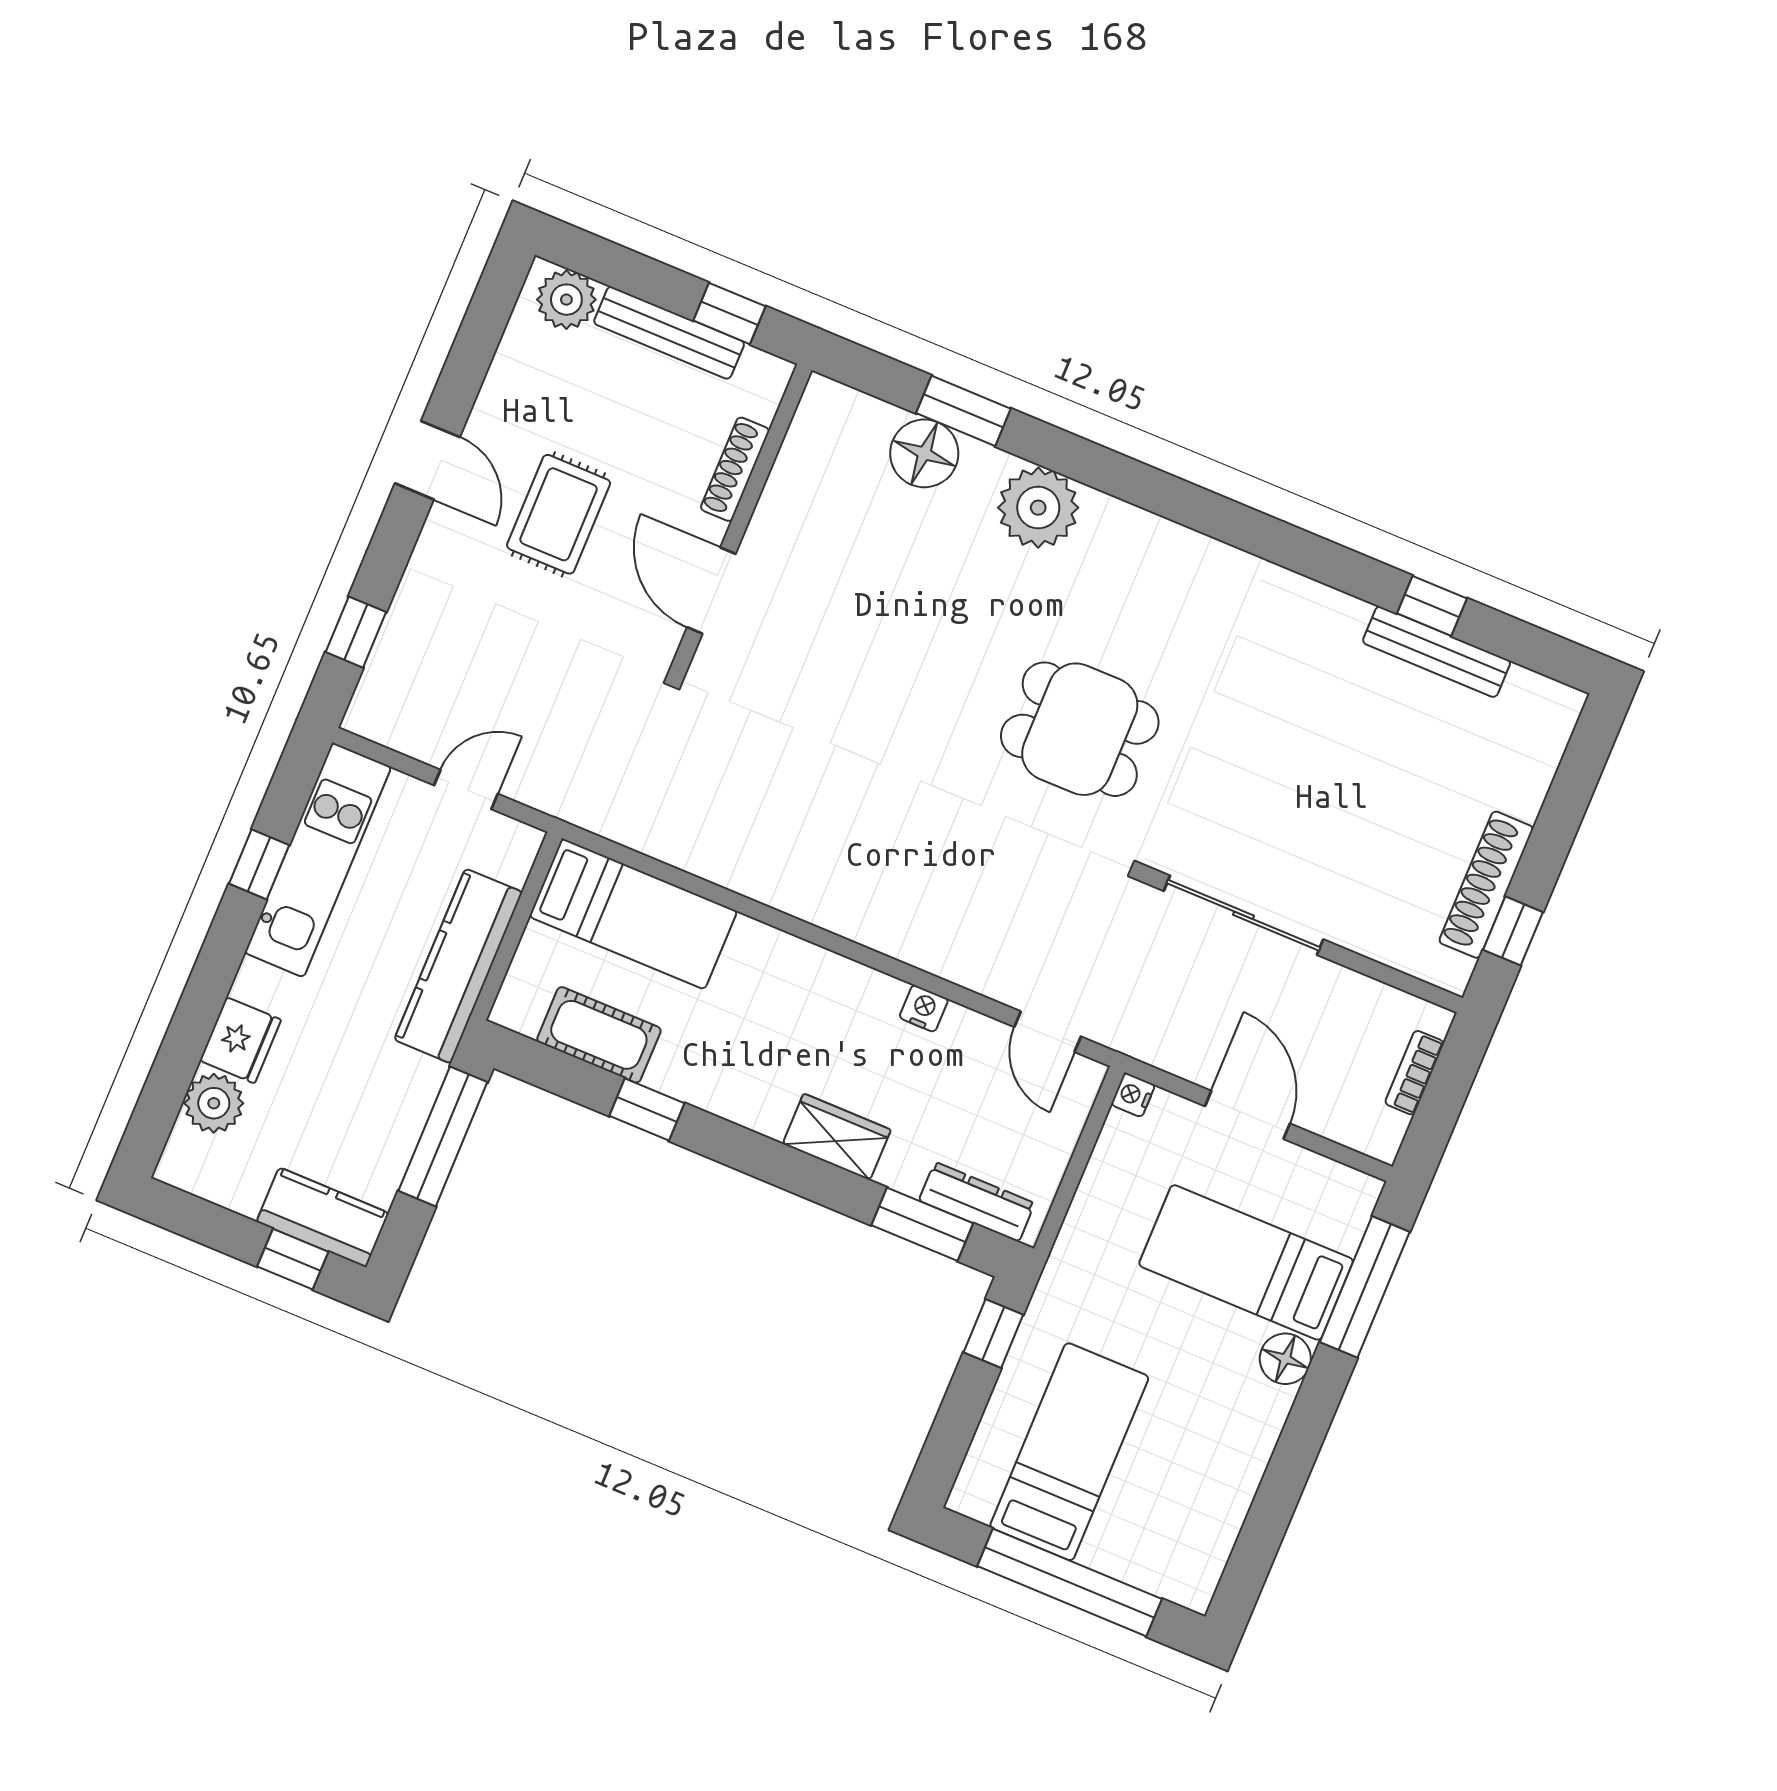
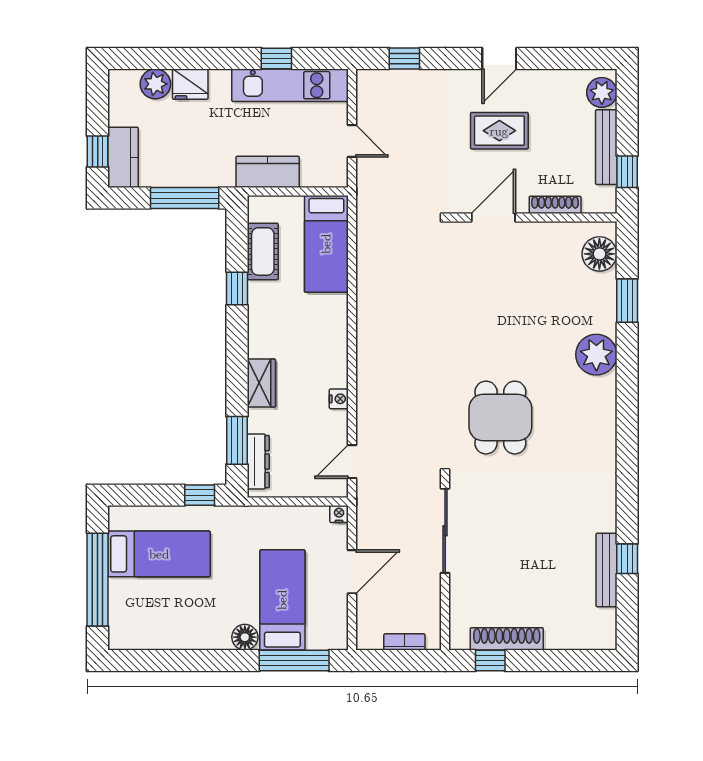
floor lamp: (924, 453) -> (599, 254), moved
kitchen counter: (458, 966) -> (268, 172), width x0.67

